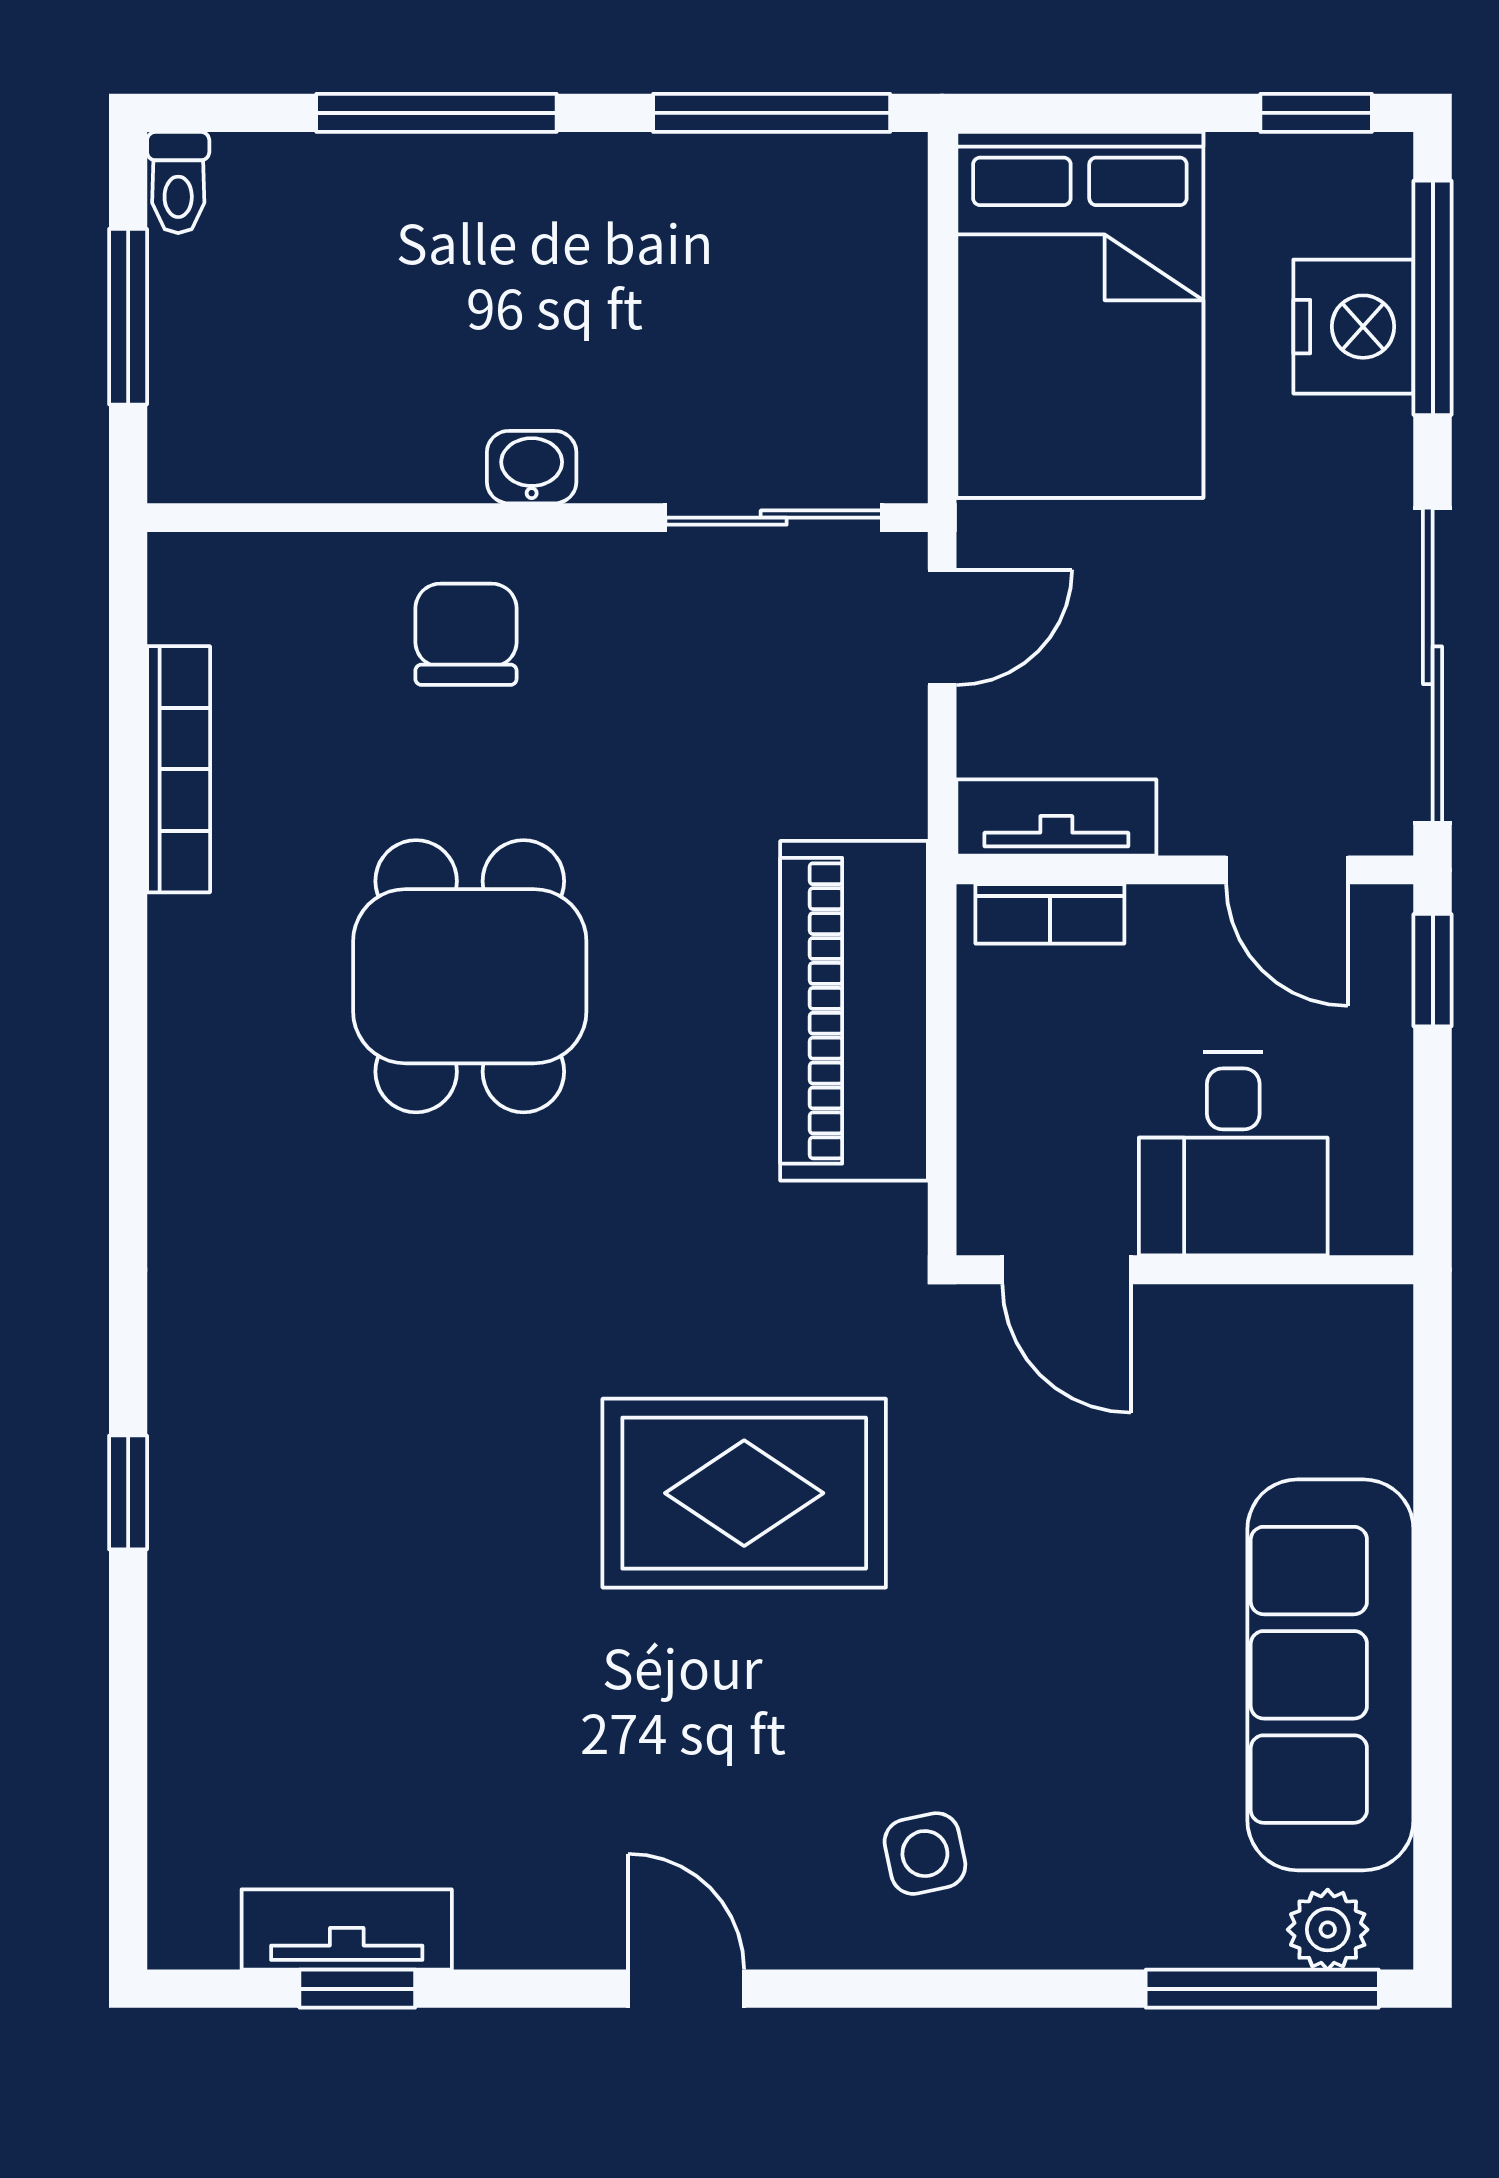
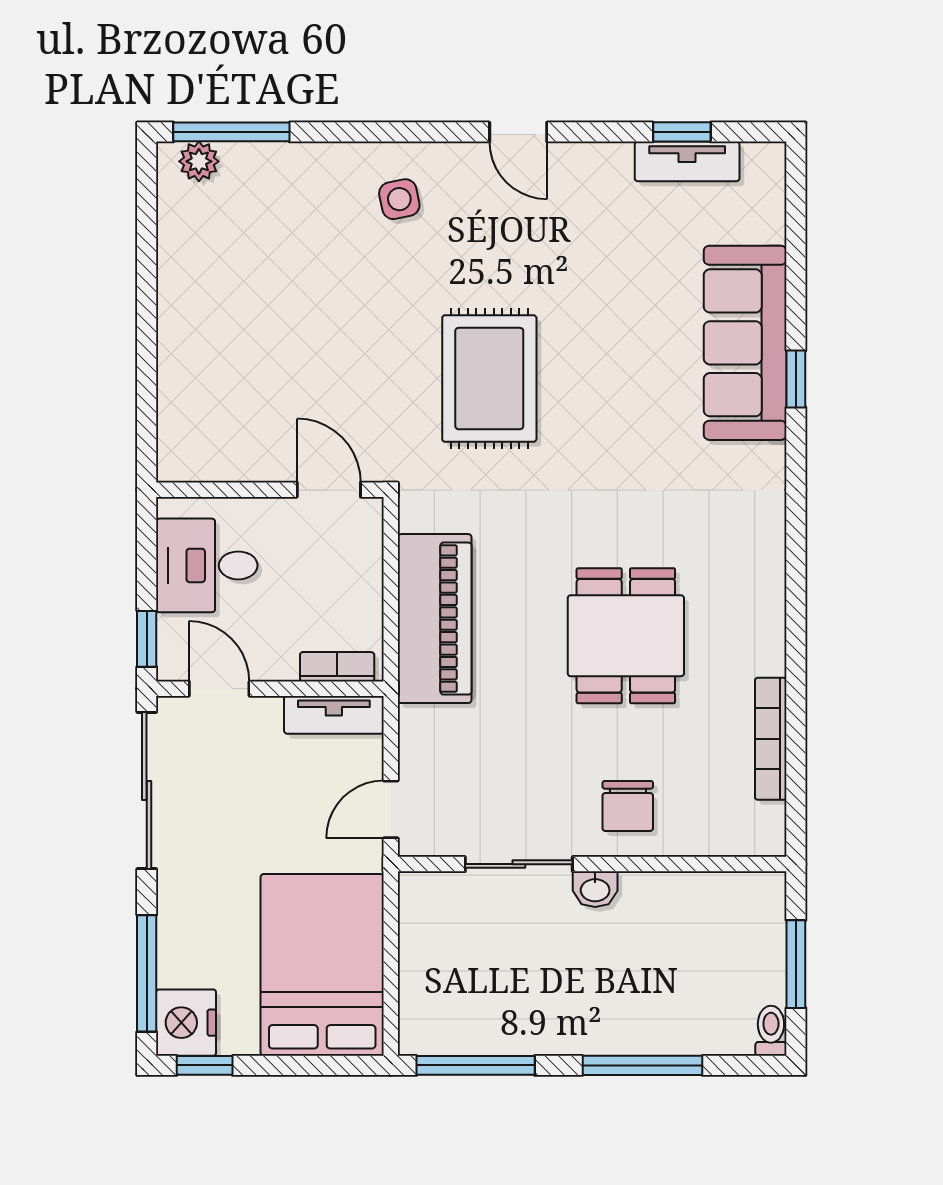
nightstand: (1353, 327) -> (186, 1023), moved
sliding door: (774, 518) -> (519, 864), moved
desk: (1233, 1154) -> (207, 565), moved, turned -90
rug: (744, 1493) -> (489, 379), turned 90
sofa: (1330, 1675) -> (745, 343), moved, turned 180

